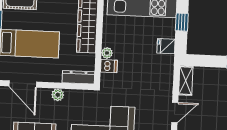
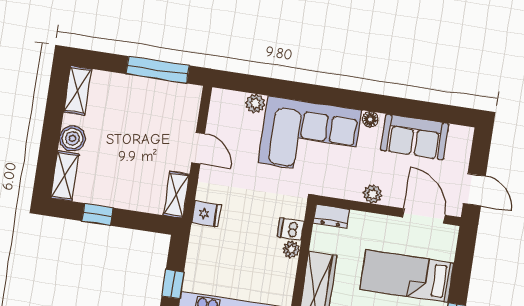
fridge: (166, 46) -> (206, 214), moved
dresser: (78, 77) -> (331, 216), width x0.70
door: (175, 113) -> (198, 148), swing flipped

